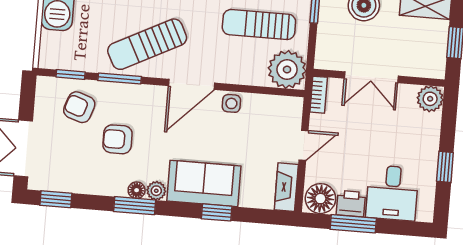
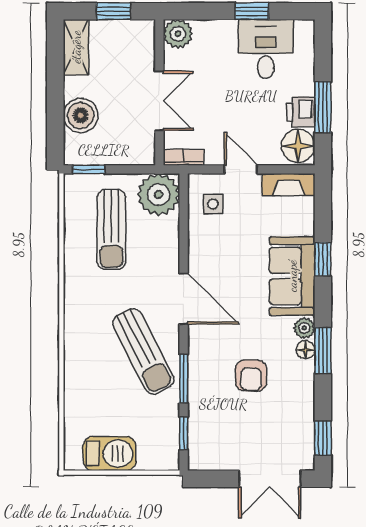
side table: (231, 103) -> (213, 204), moved
armchair: (79, 107) -> (219, 421), removed
desk: (392, 193) -> (266, 49), moved, turned -90

